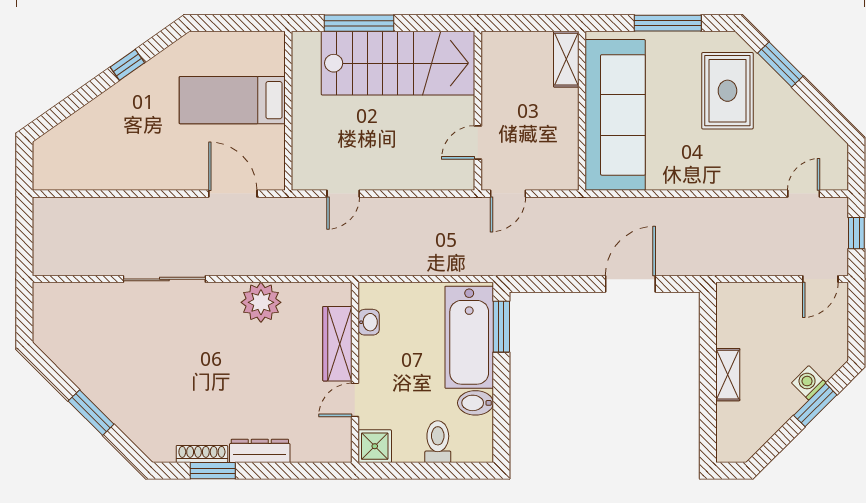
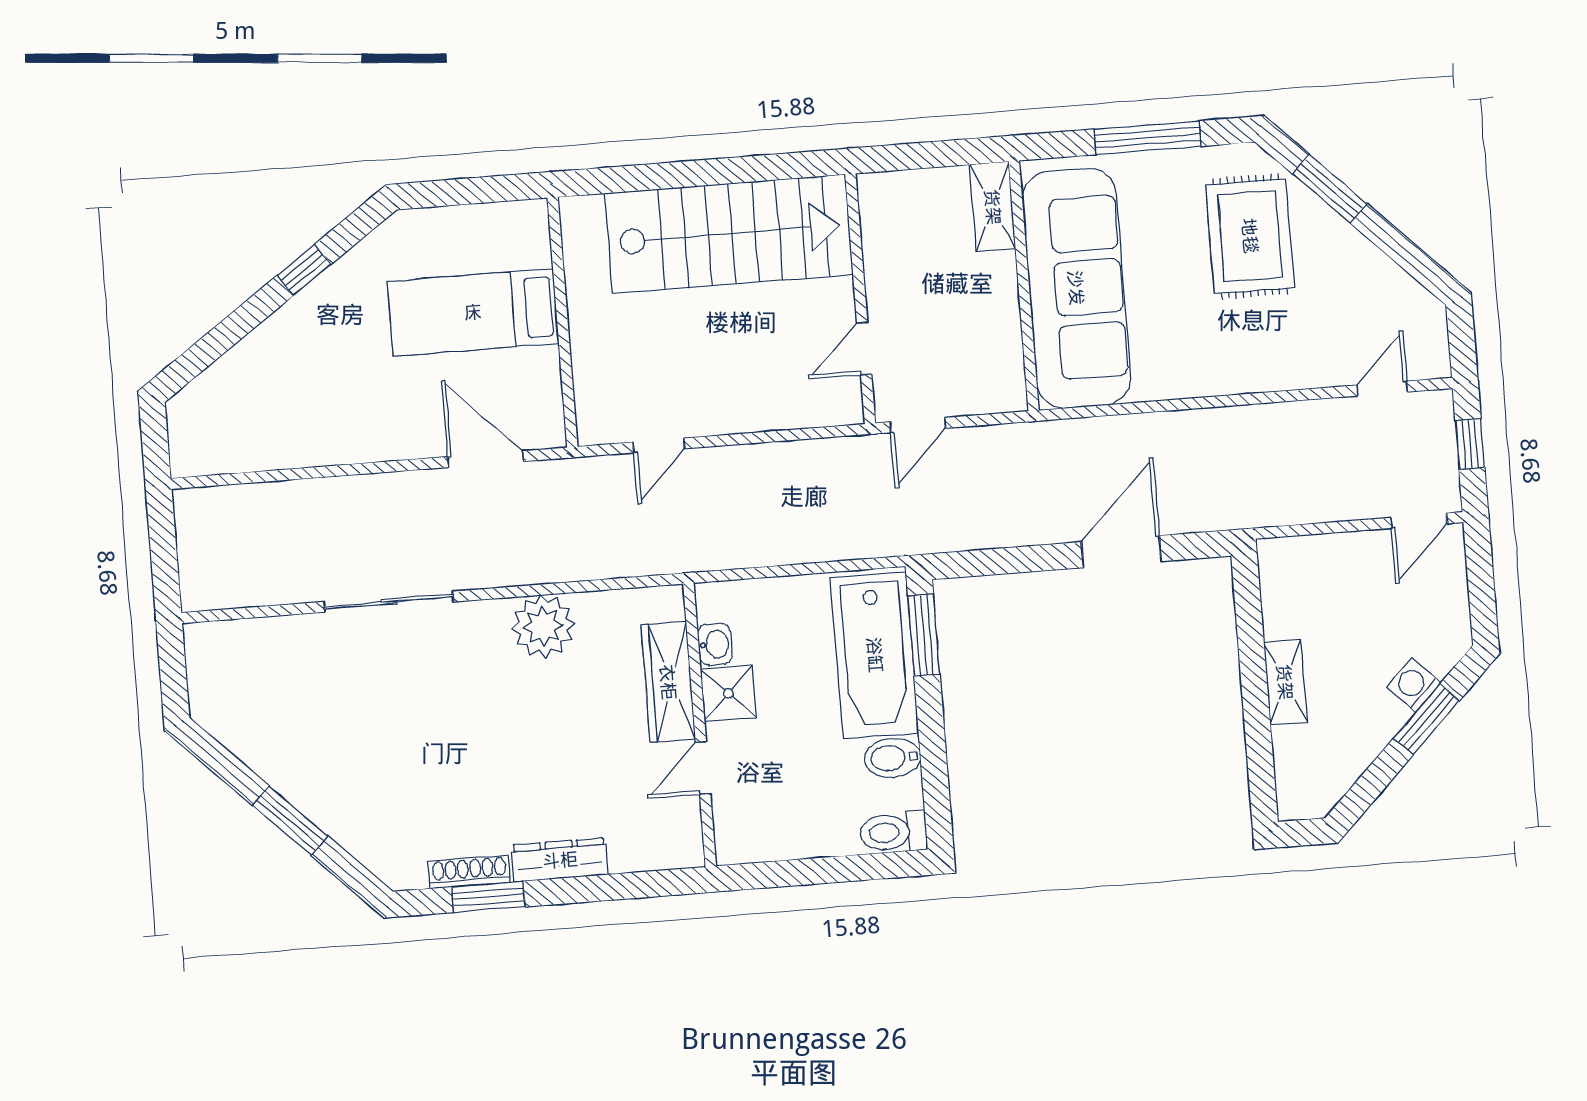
window: (359, 23) -> (663, 176), removed
toilet: (438, 442) -> (893, 832), moved, turned -90
shower: (375, 446) -> (728, 693), moved

